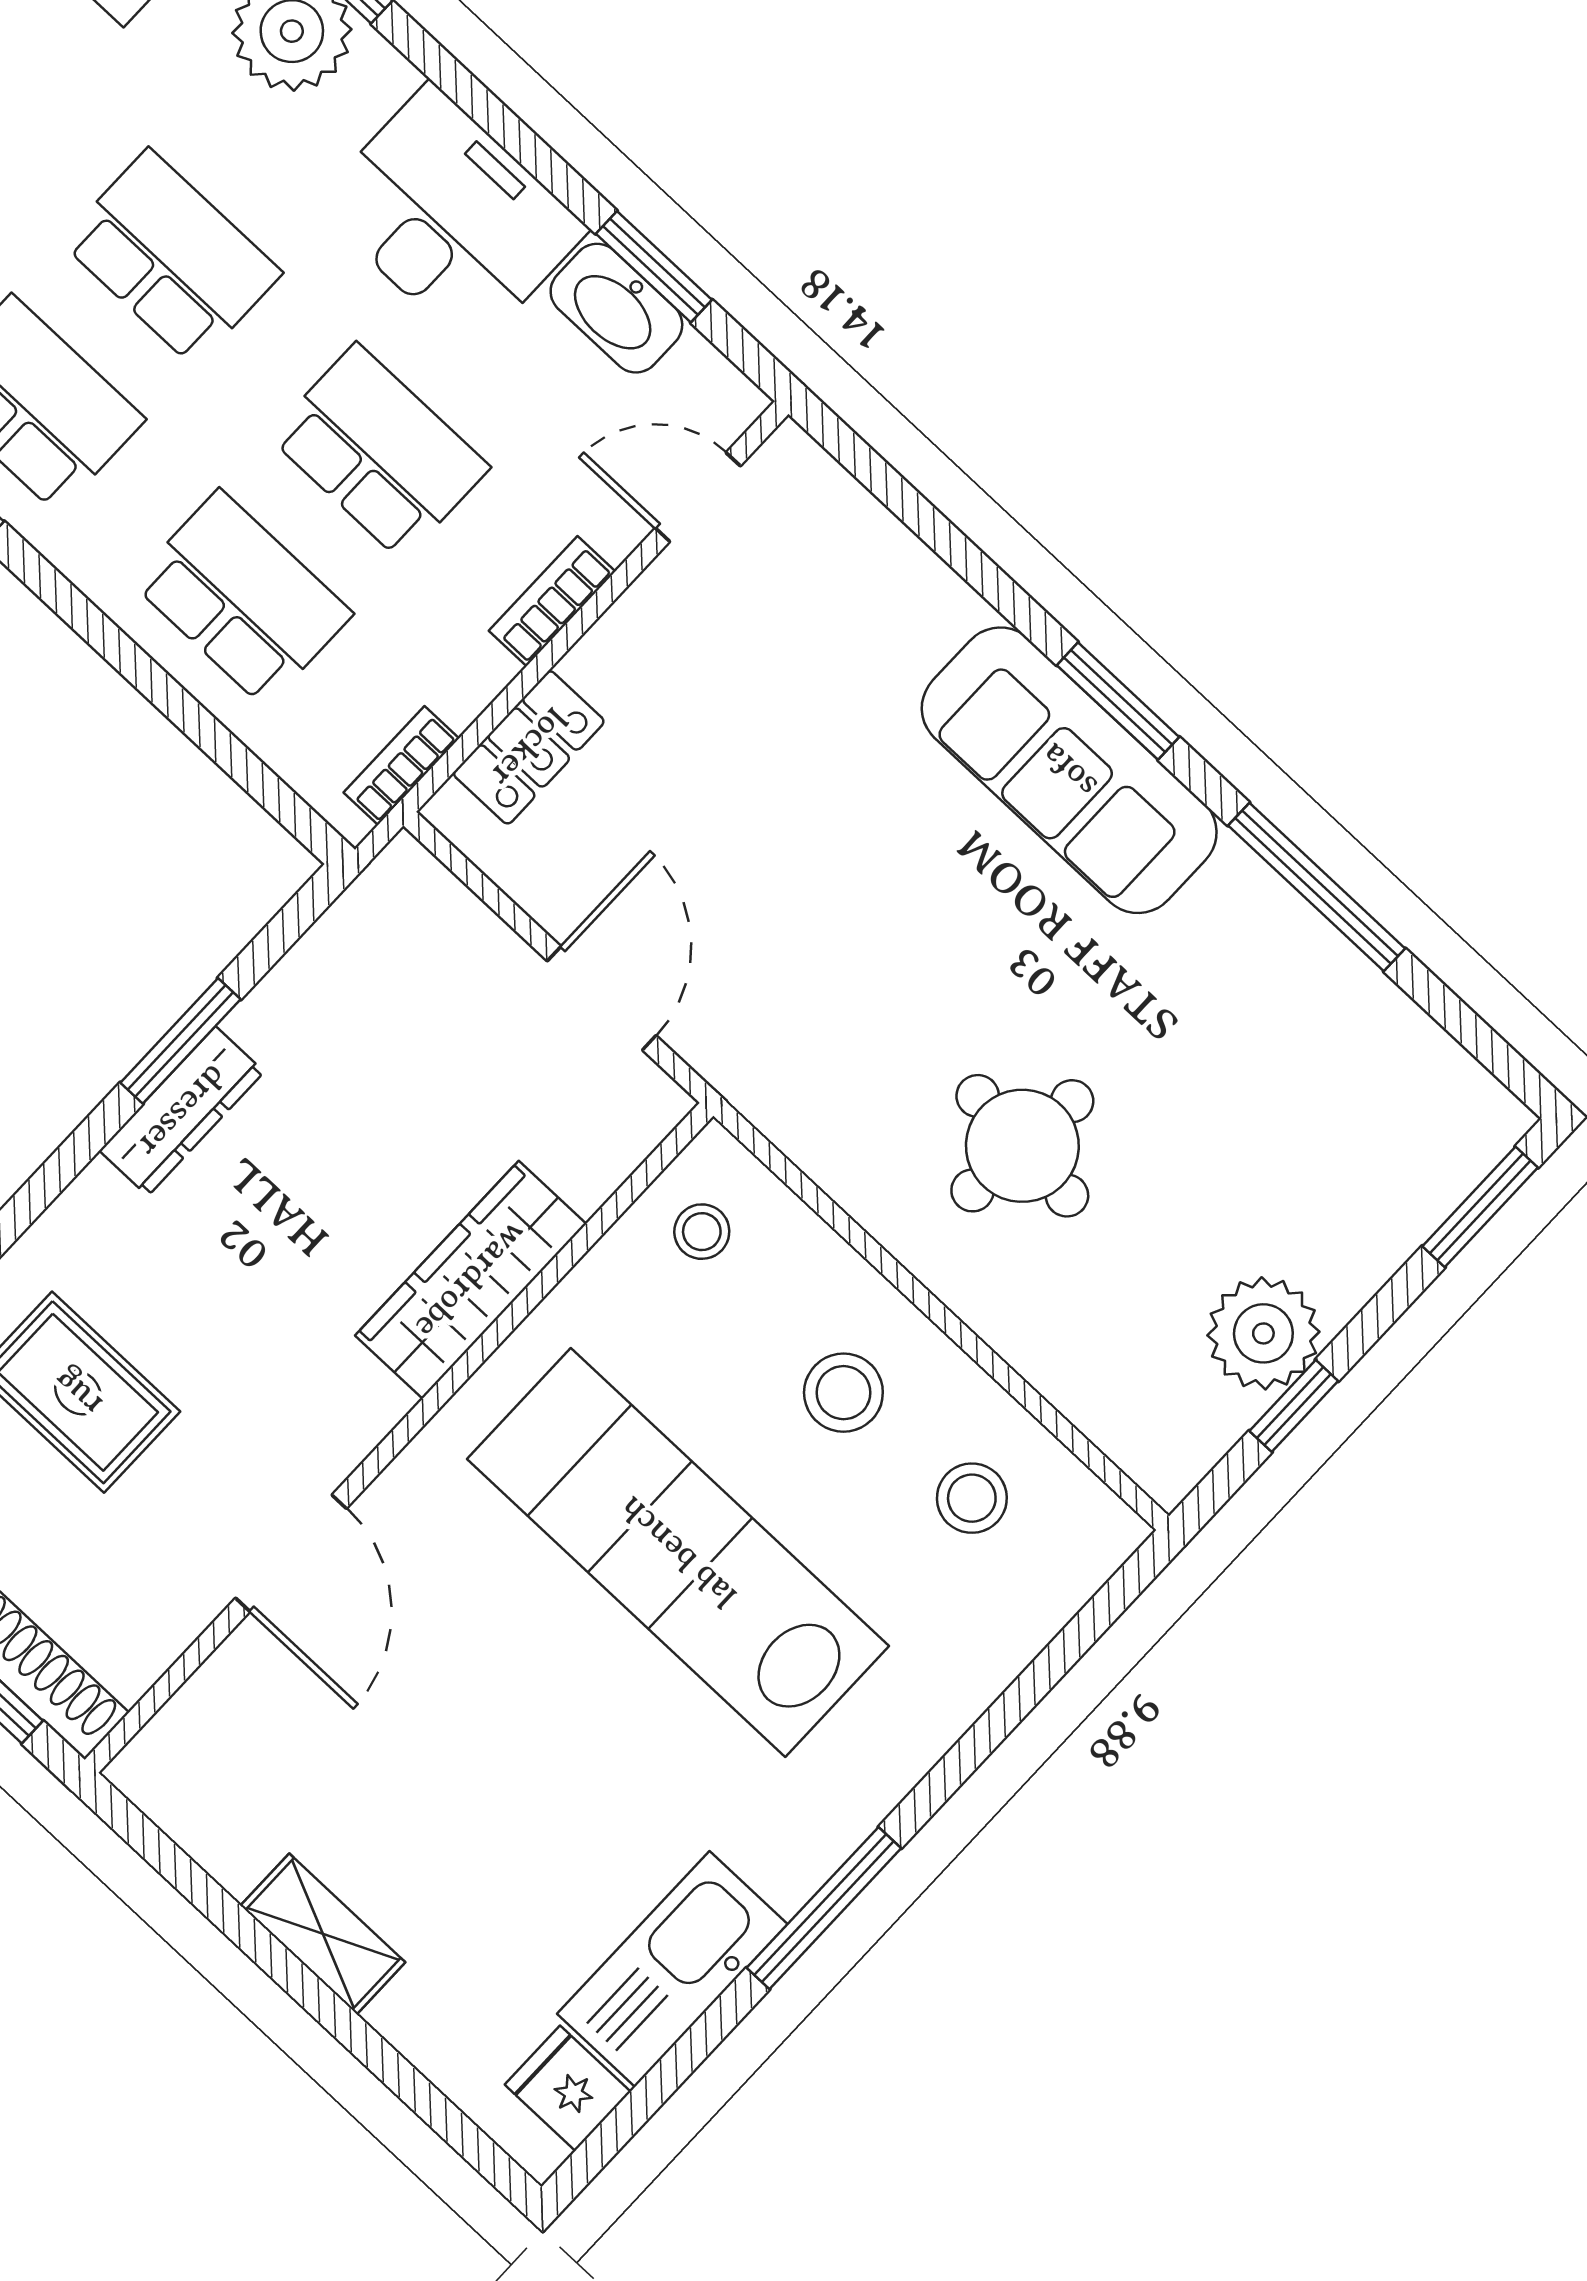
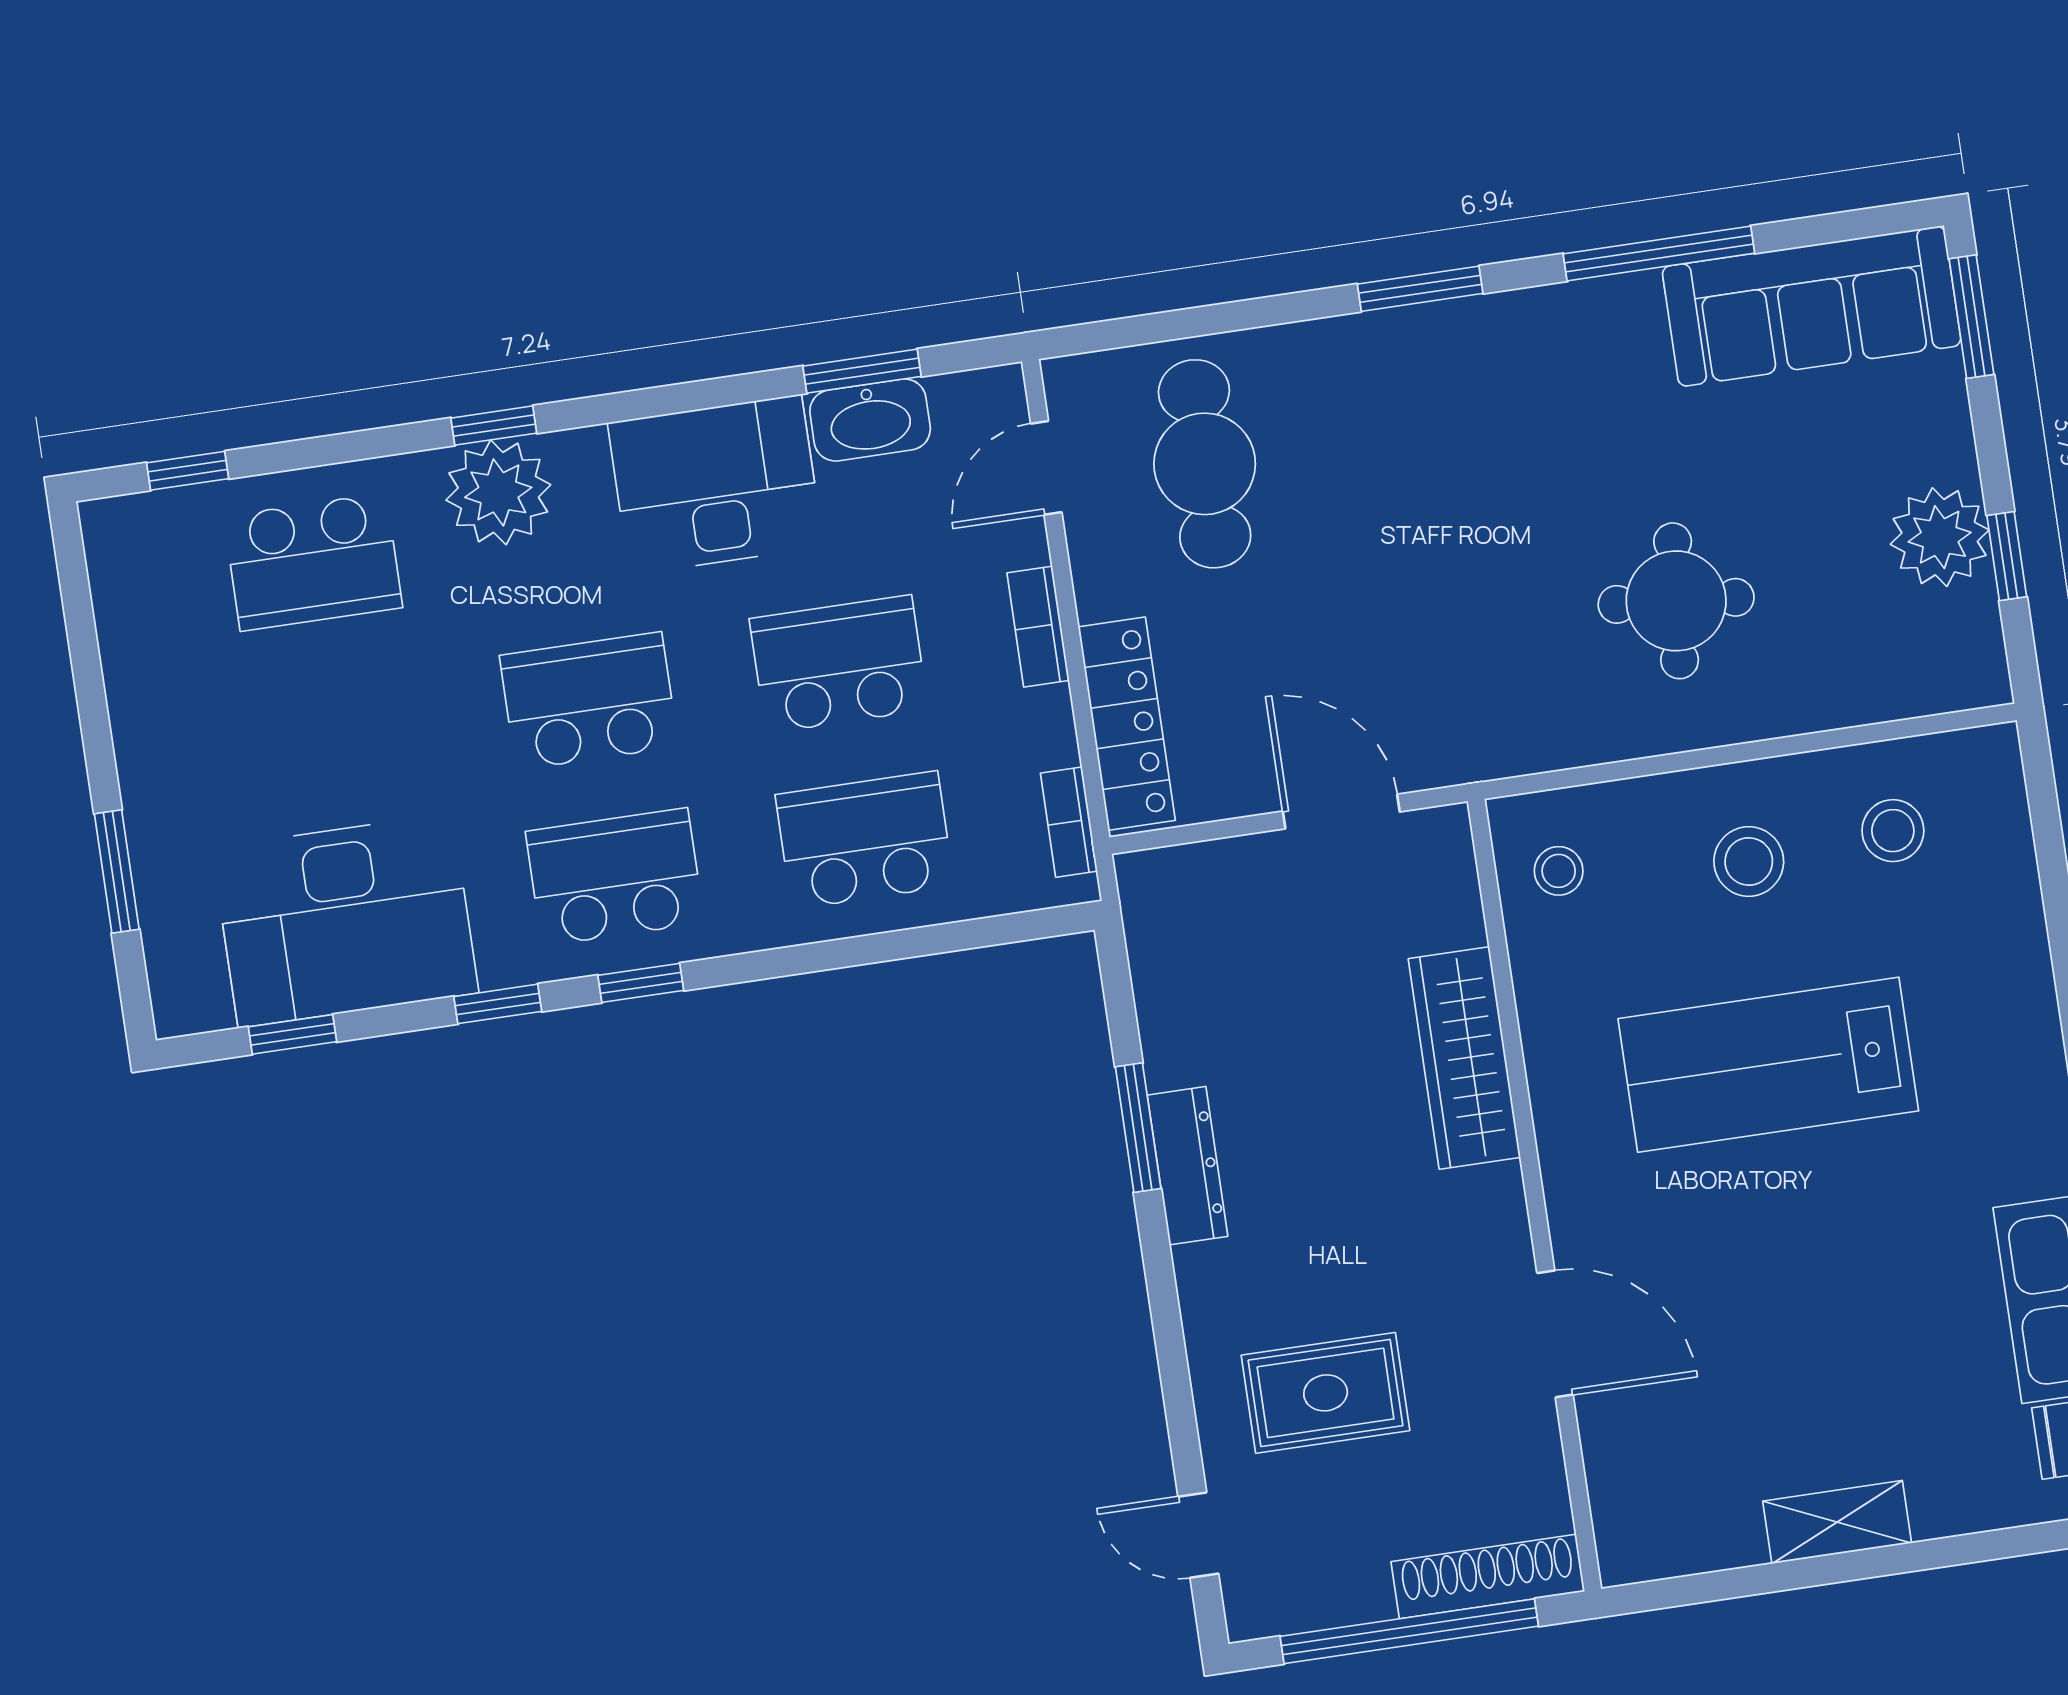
cafe table: (812, 634) -> (1205, 464), added
locker: (529, 747) -> (1127, 724), width x1.53
sofa: (1069, 770) -> (1812, 306), moved
lab bench: (678, 1552) -> (1768, 1065), width x0.73

